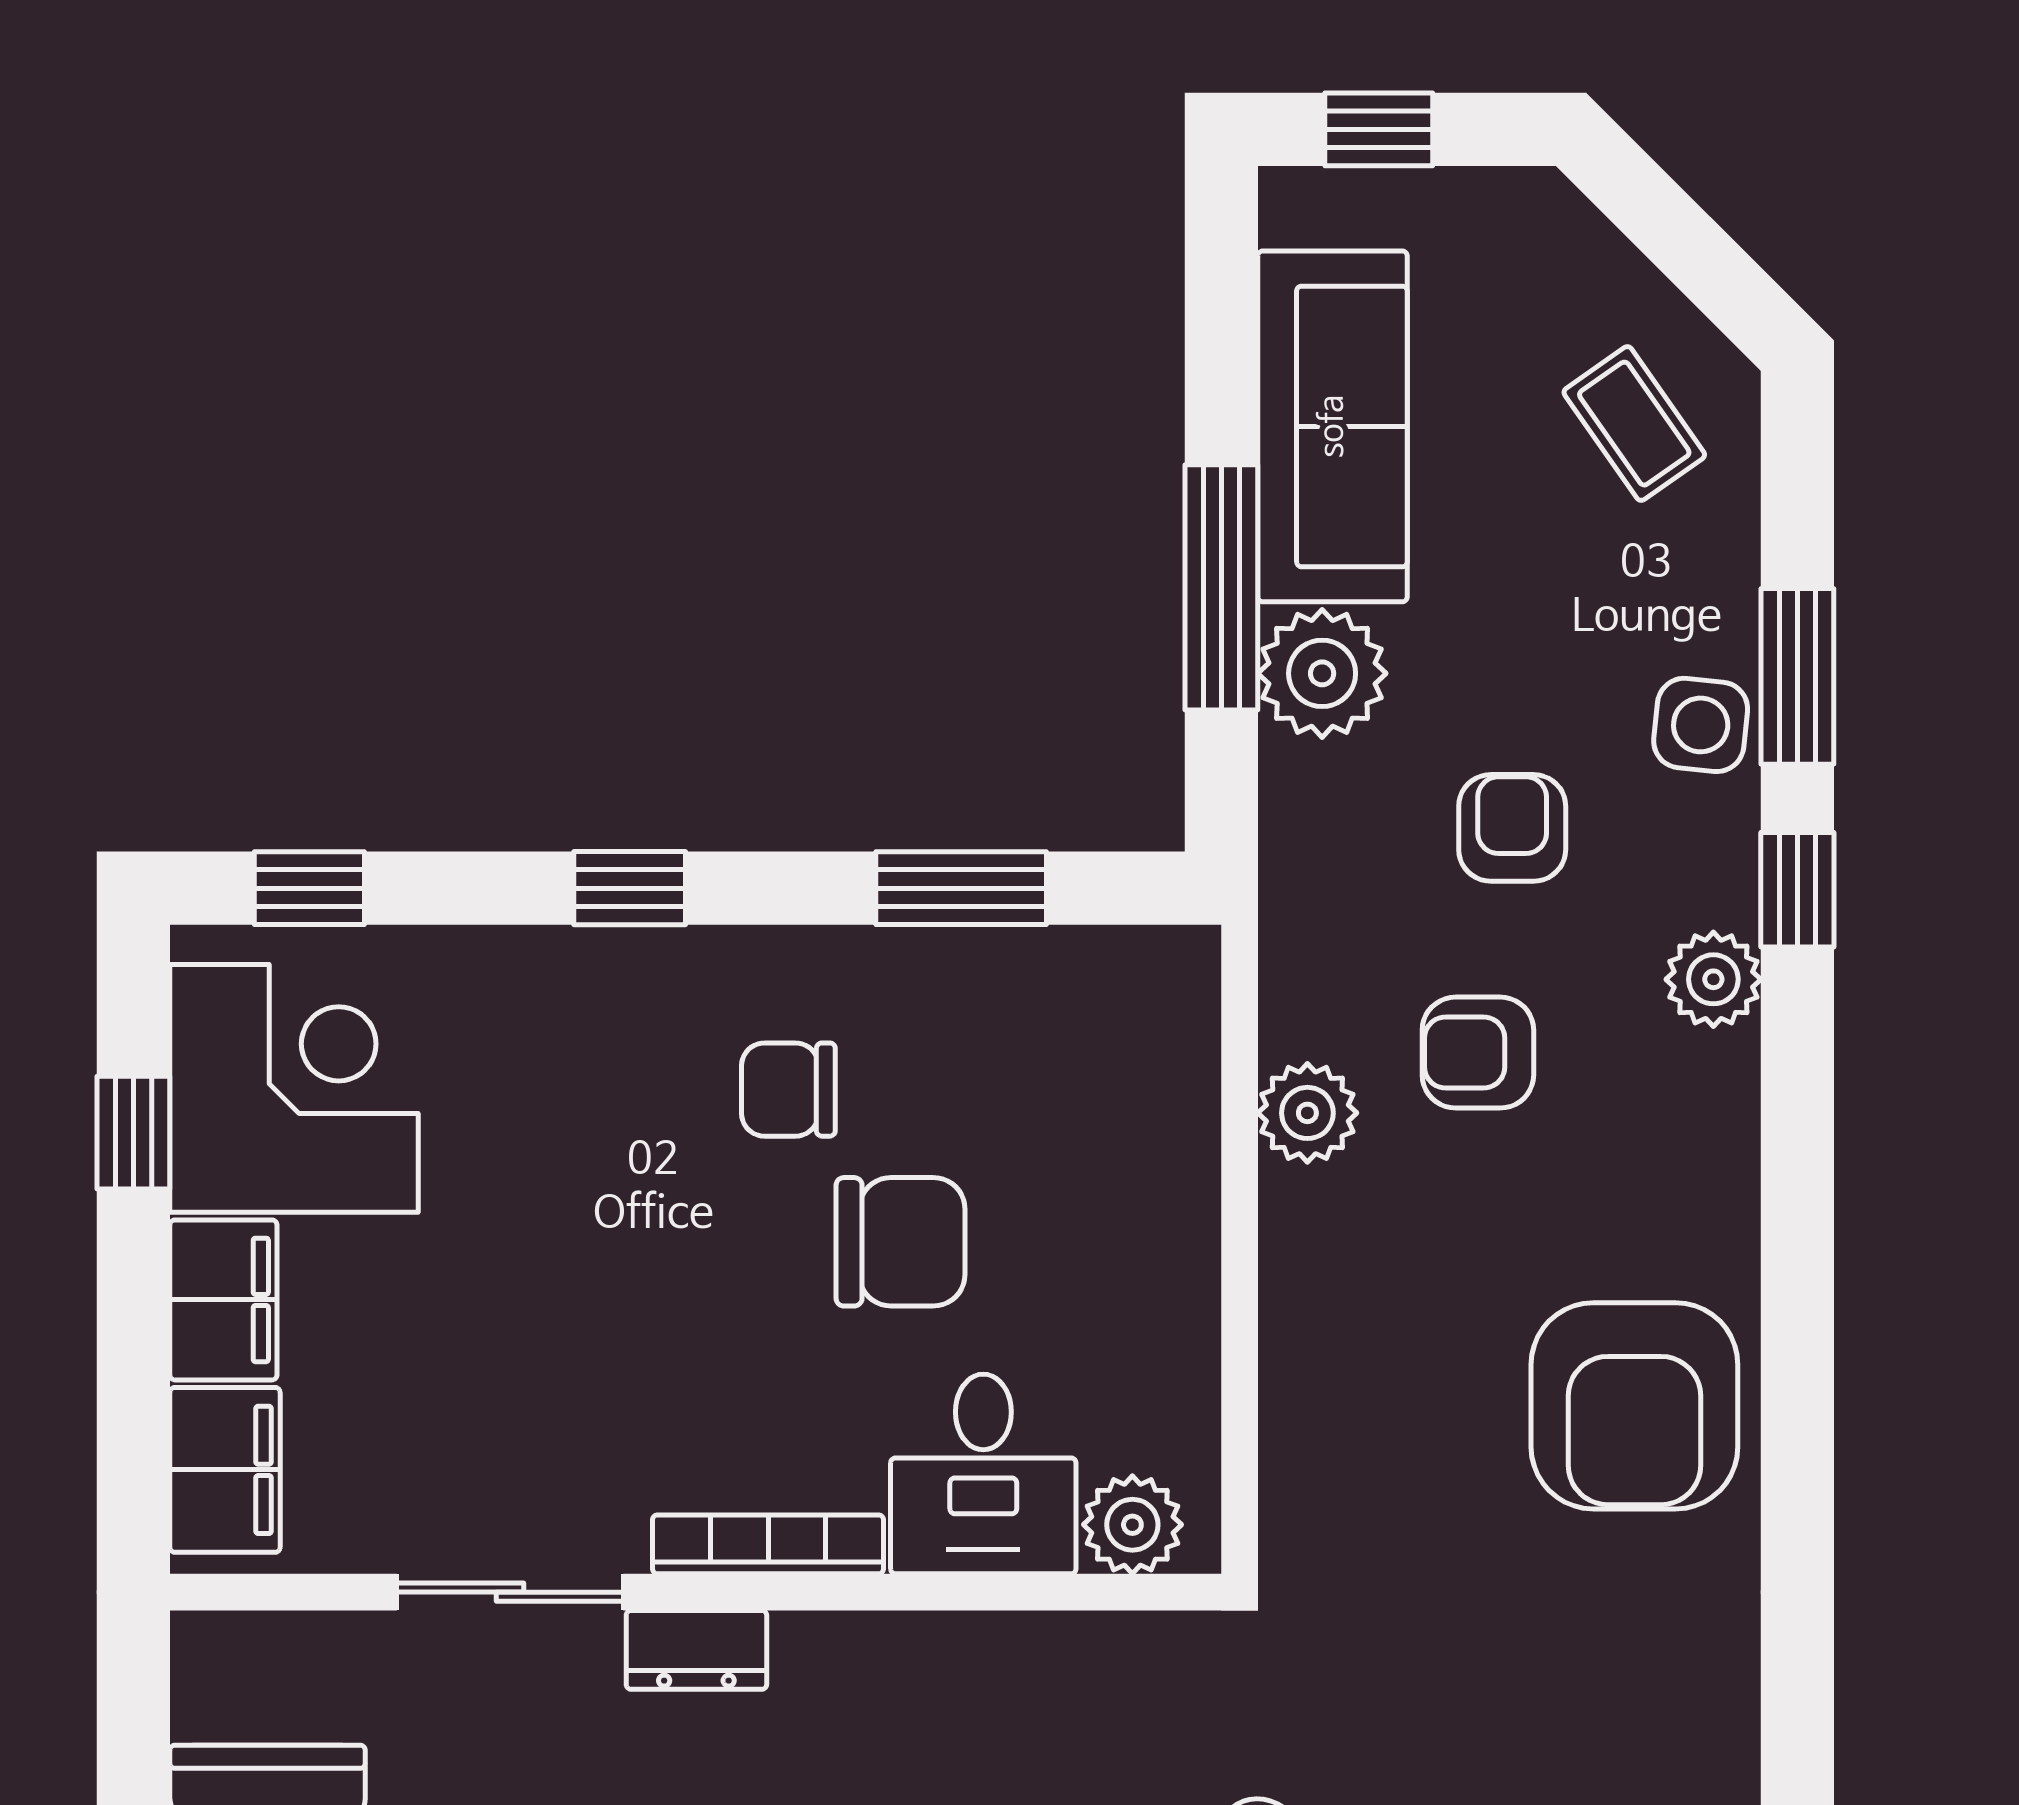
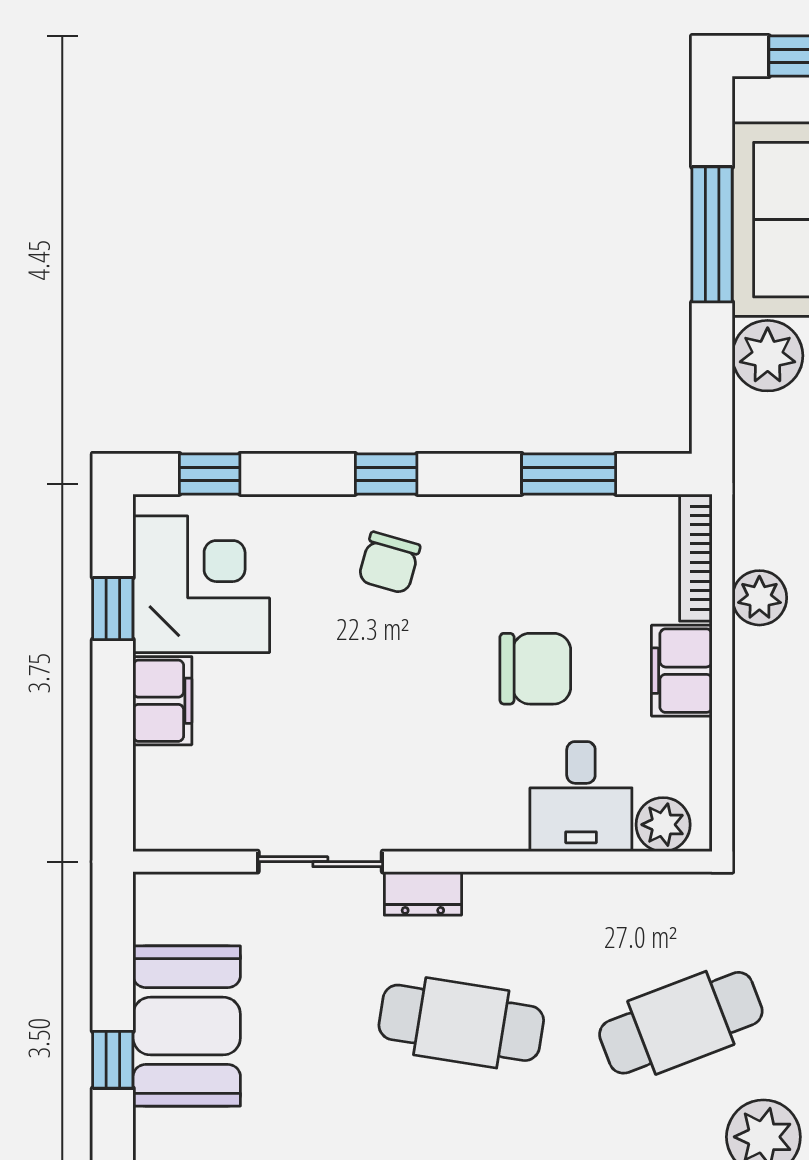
window: (1221, 587) -> (712, 234), moved
chair: (788, 1090) -> (389, 563), moved, turned -74
filing cabinet: (225, 1470) -> (682, 671), moved, turned 180
bookcase: (768, 1544) -> (696, 558), moved, turned -90

